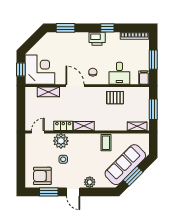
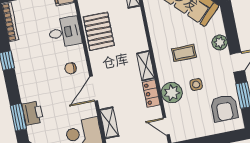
printer: (97, 39) -> (33, 113), moved
pallet: (115, 98) -> (99, 31), width x1.50, depth x1.42
coffee table: (106, 143) -> (184, 53), moved

